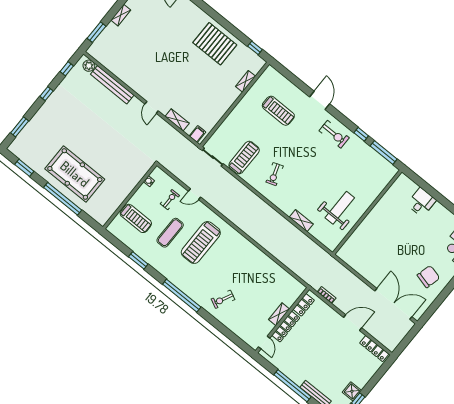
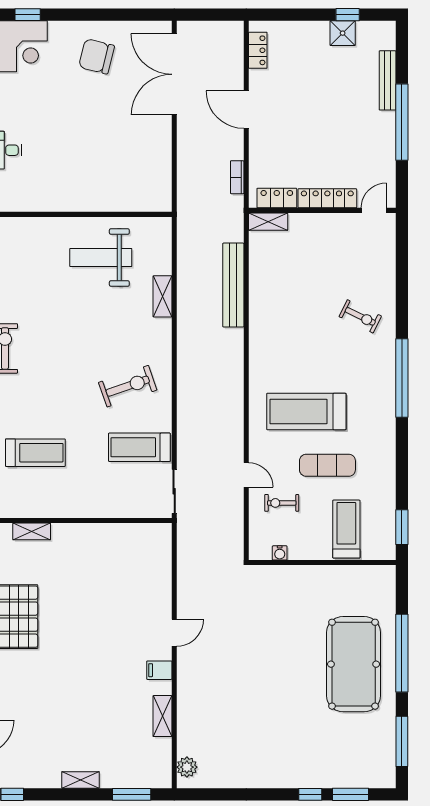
window: (67, 69) -> (216, 794), removed
bench: (112, 85) -> (233, 285), moved
window: (47, 94) -> (310, 794), moved
treadmill: (278, 111) -> (35, 453), turned 90
shelving: (177, 120) -> (162, 716), moved
filing cabinet: (197, 134) -> (159, 670), moved
window: (24, 168) -> (402, 741), width x1.44
exercise bike: (275, 174) -> (128, 386), width x1.38, depth x1.39
treadmill: (201, 242) -> (306, 412), turned 180
window: (138, 260) -> (402, 527), moved
shelving: (279, 314) -> (268, 222), moved
locker: (374, 349) -> (258, 50), width x0.66

